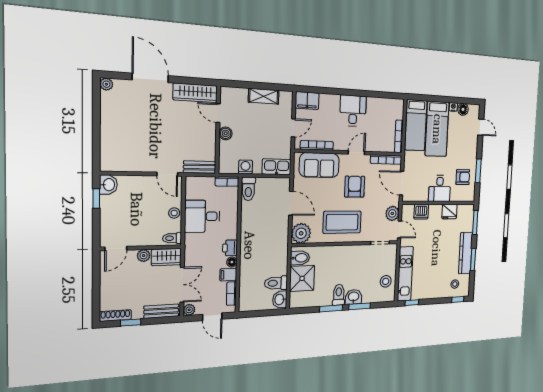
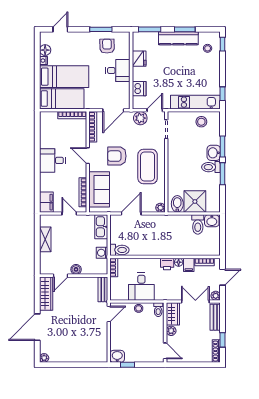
plant: (301, 233) -> (160, 208), width x0.53, depth x0.53

